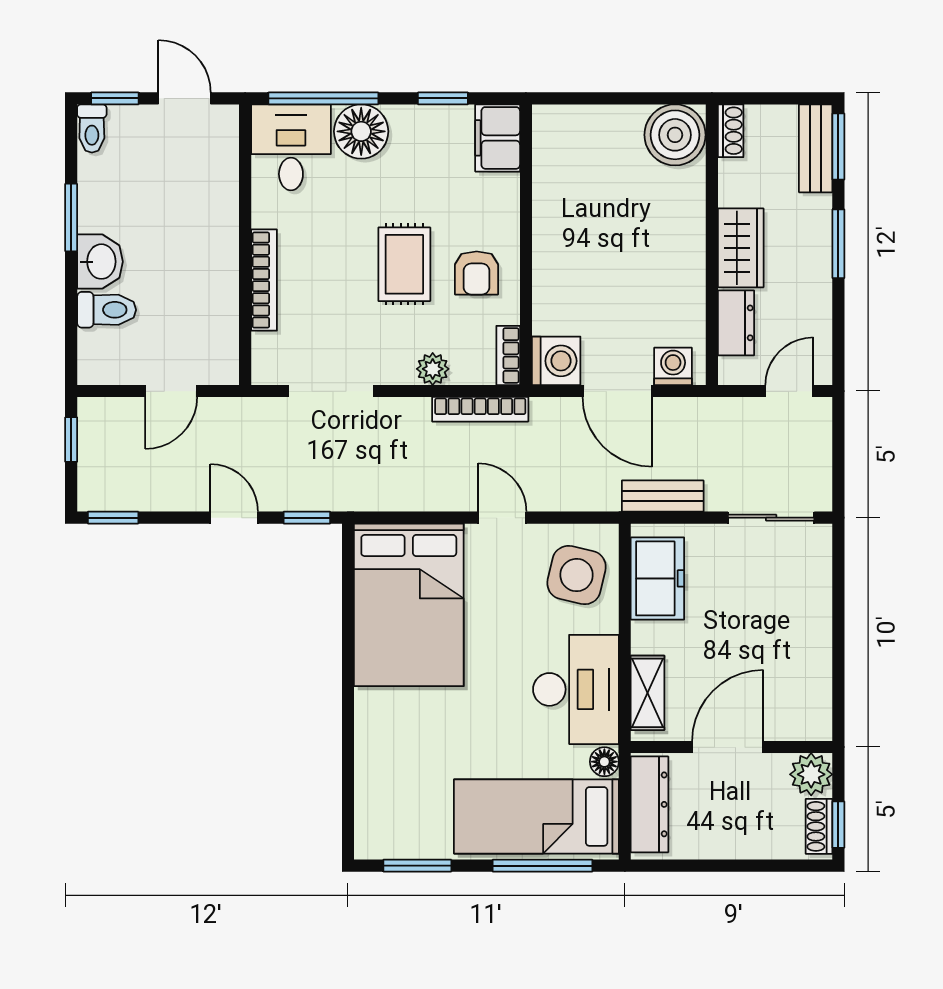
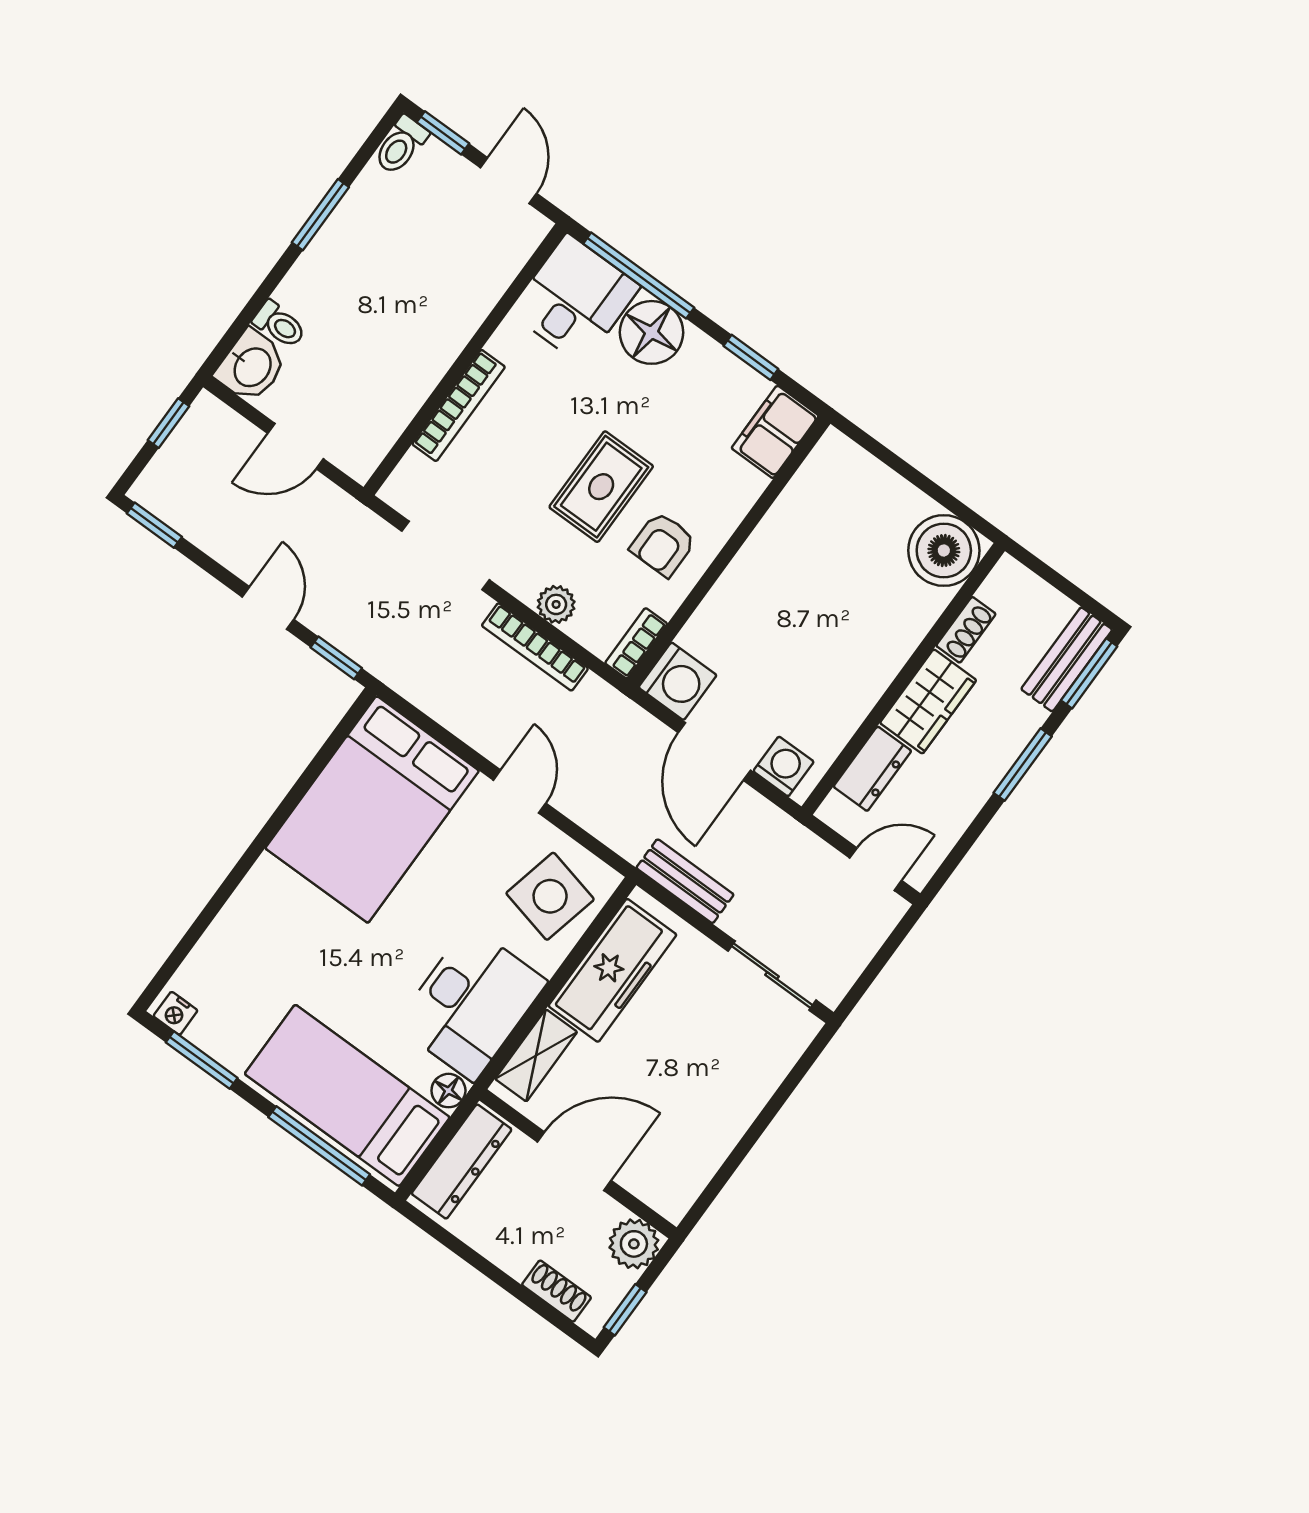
shoe rack: (731, 131) -> (966, 630), moved
washbasin: (100, 262) -> (251, 366), moved
toilet: (107, 310) -> (279, 324), width x0.73, depth x0.72
bookcase: (480, 409) -> (535, 647), moved
freezer: (657, 578) -> (612, 970), width x1.40
shoe rack: (819, 826) -> (557, 1291), moved, turned 90
nightstand: (375, 846) -> (175, 1013), added

